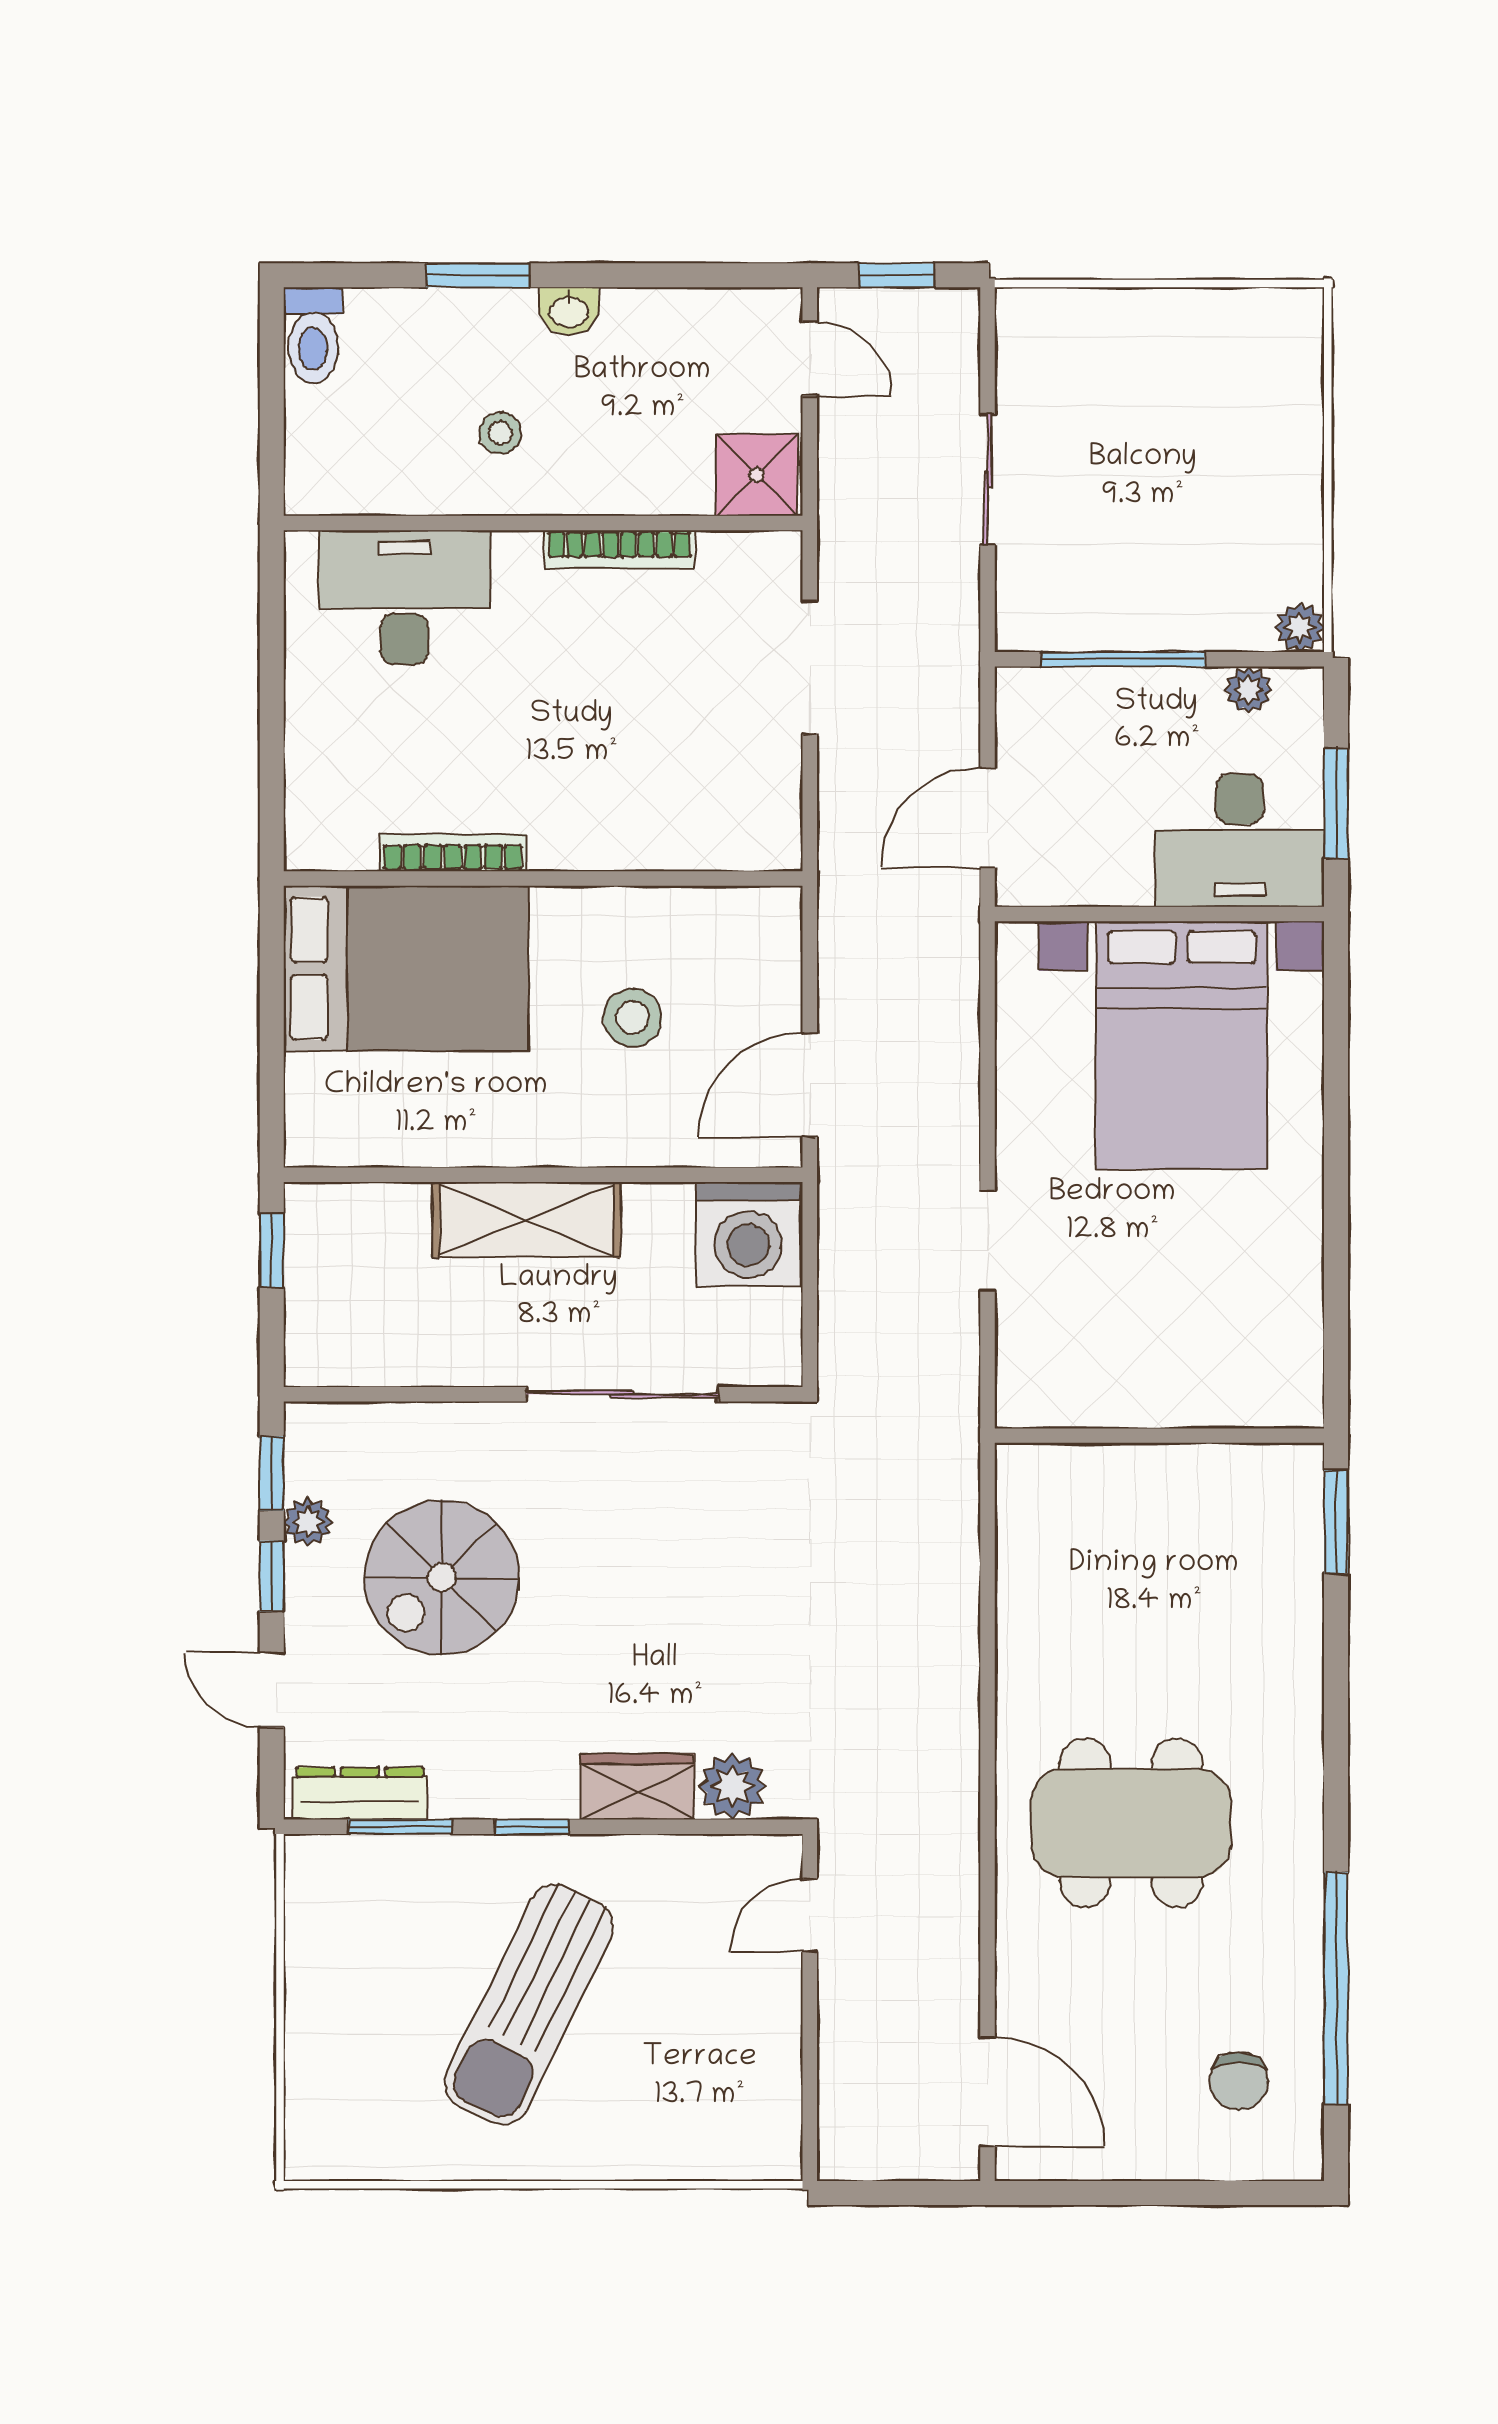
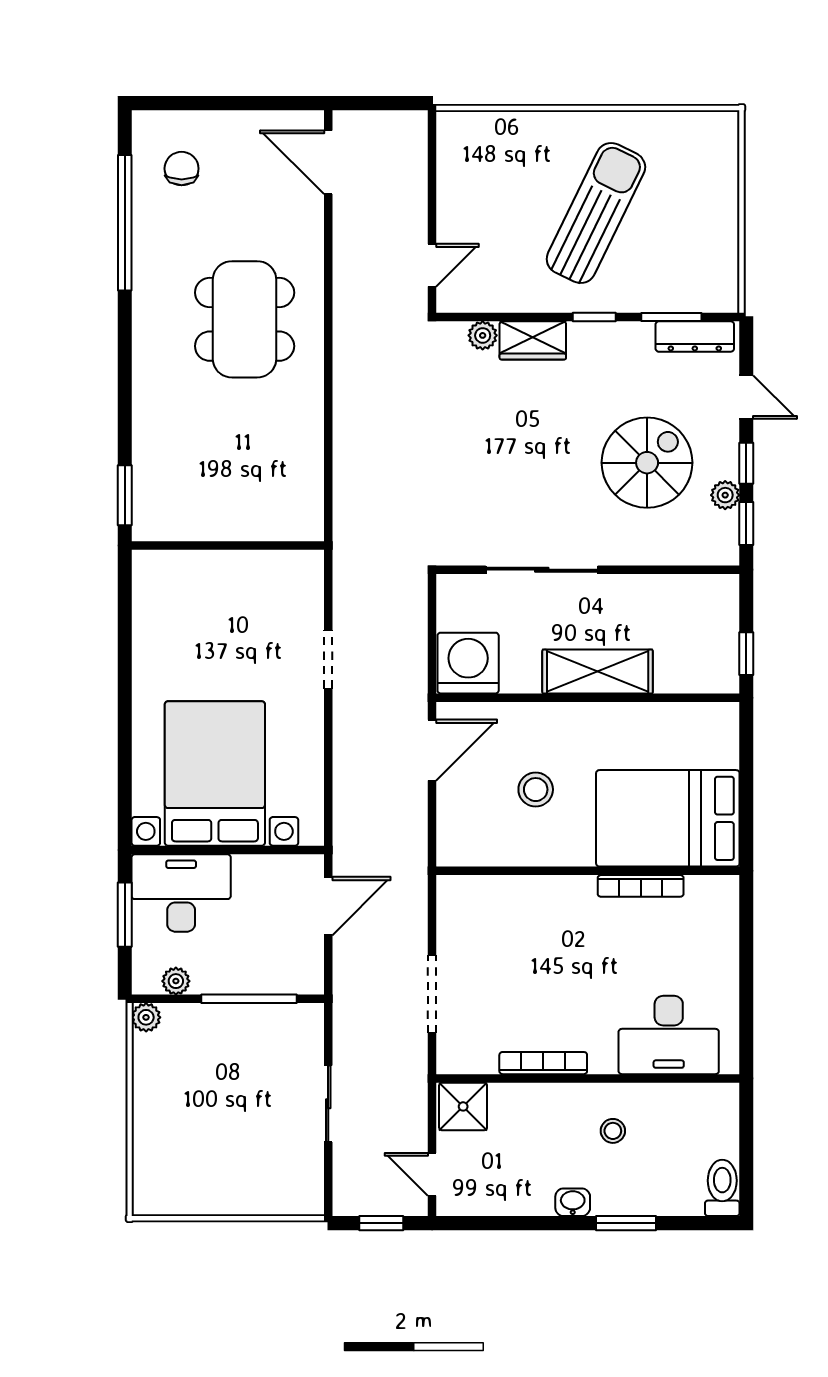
plant: (732, 1786) -> (483, 335), width x0.73, depth x0.73
dining table: (1131, 1823) -> (245, 319), turned 90

